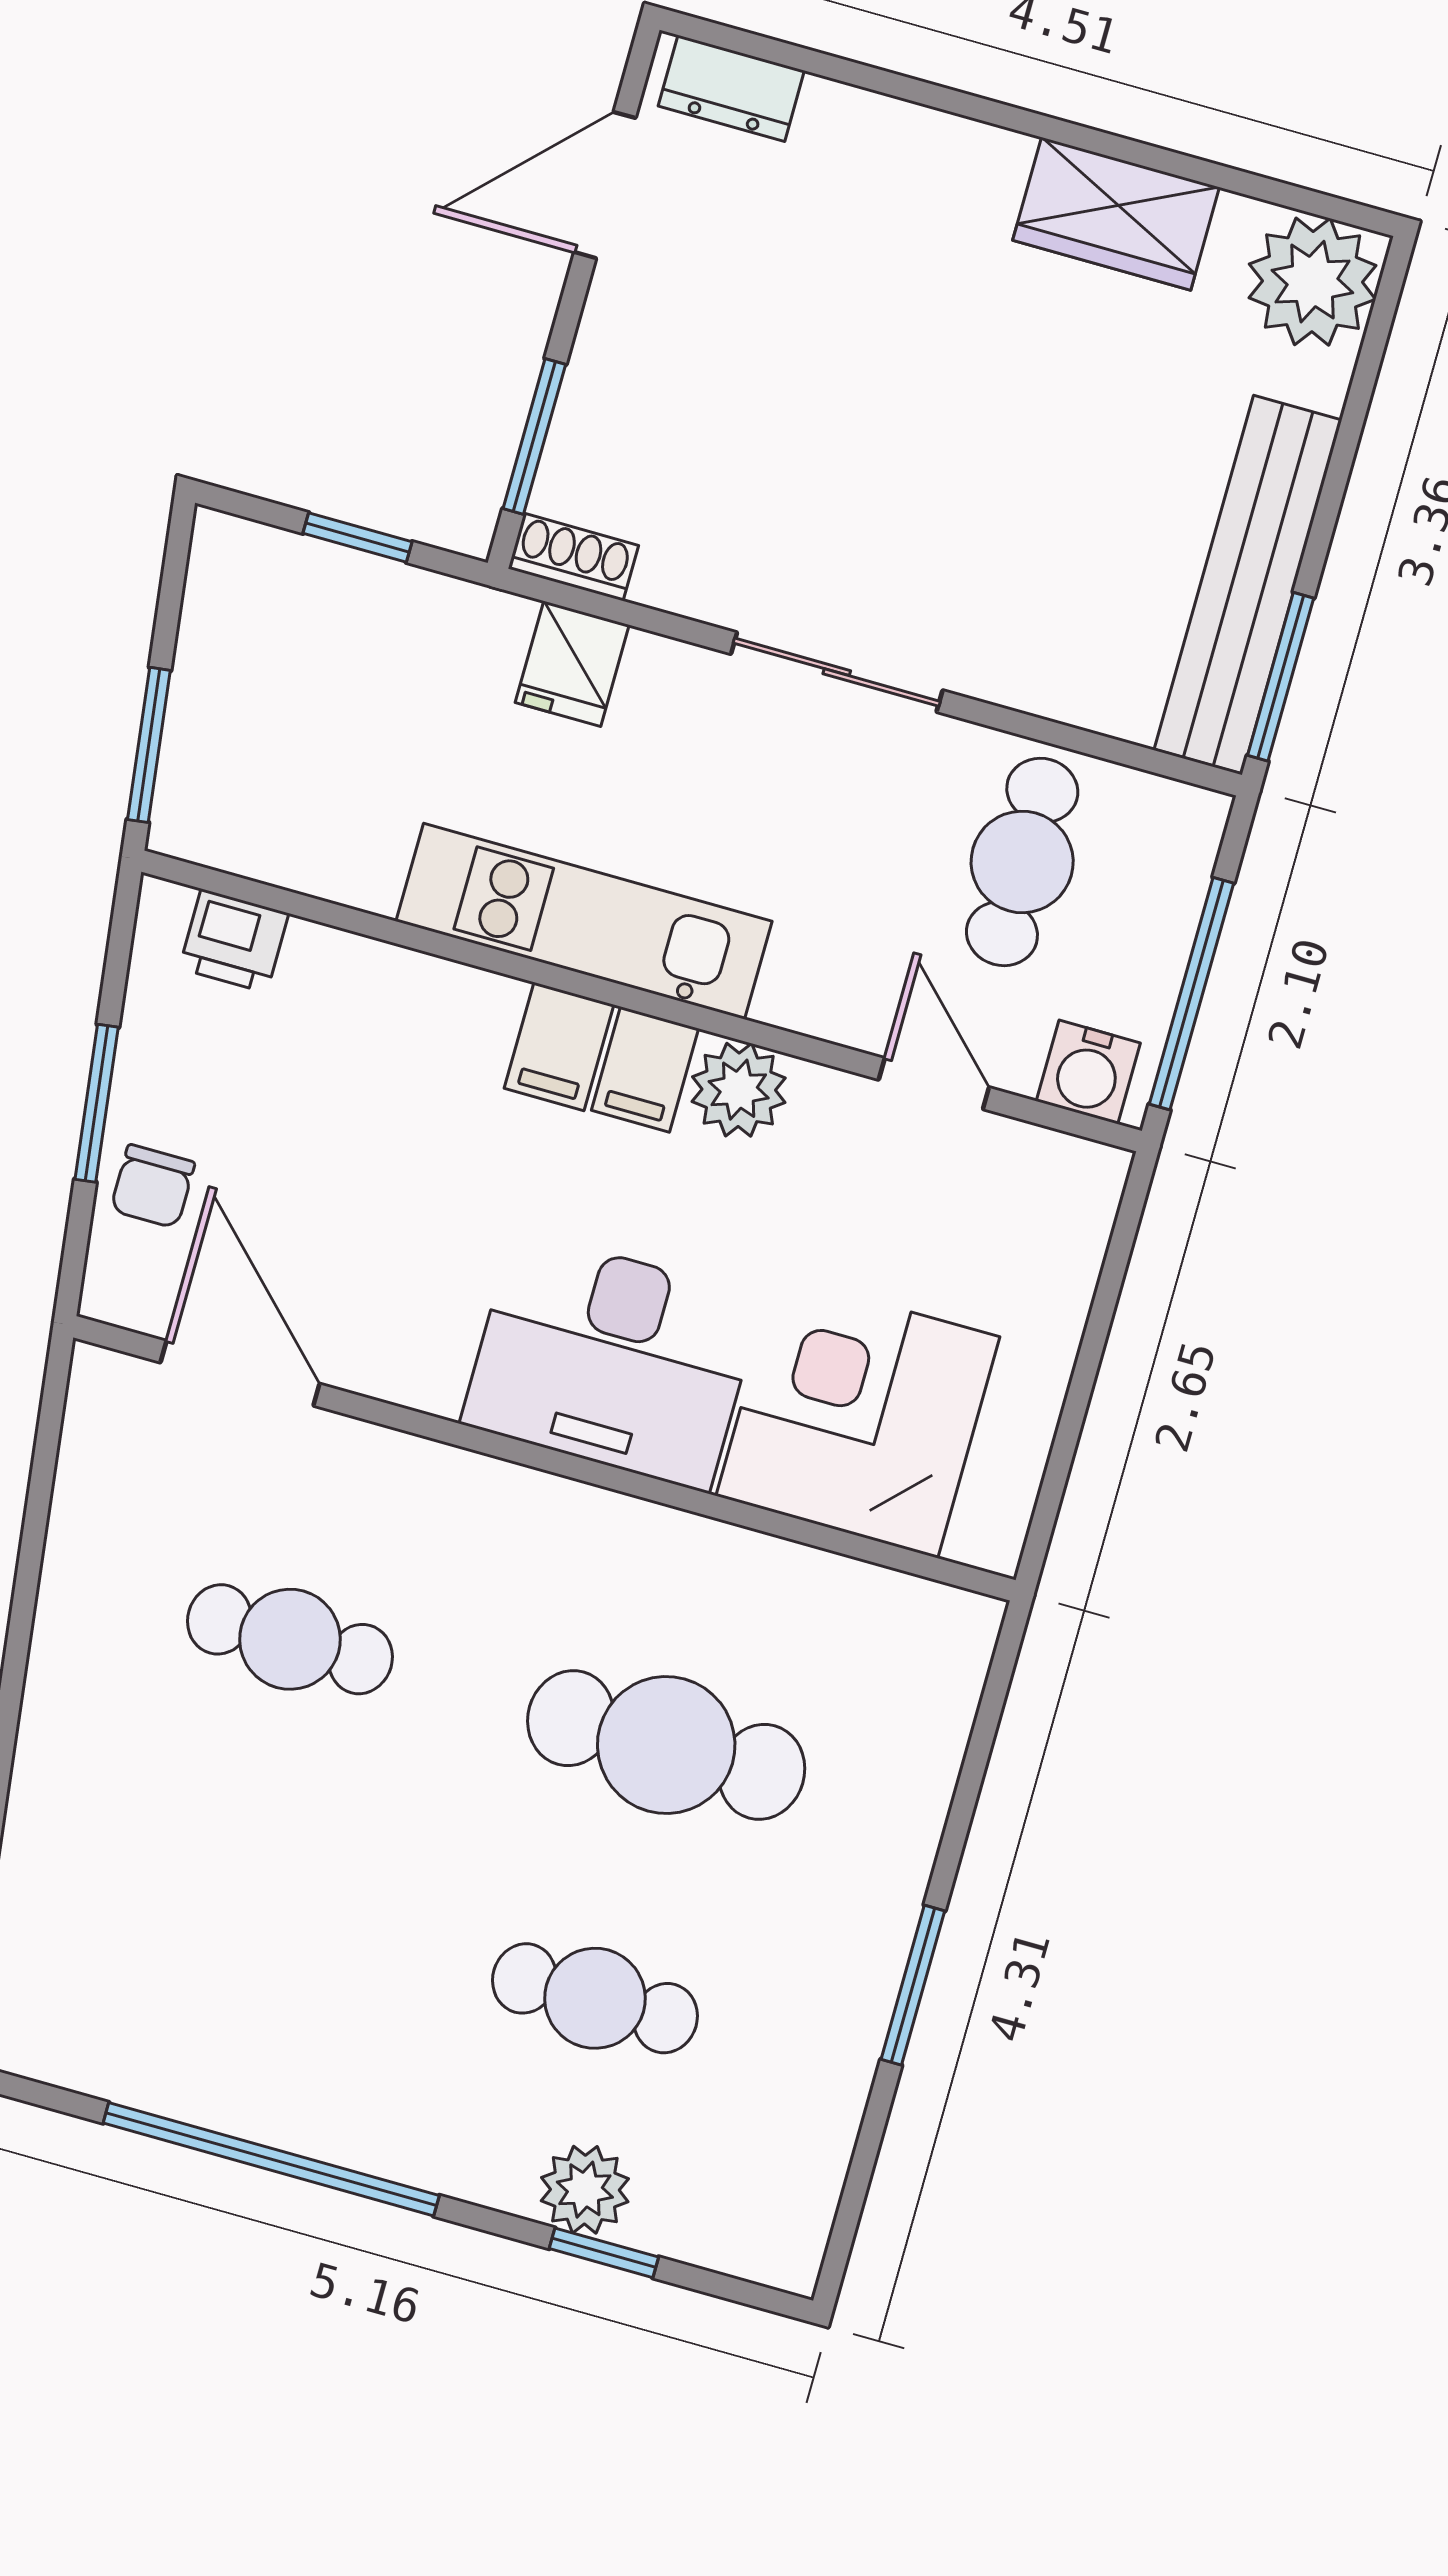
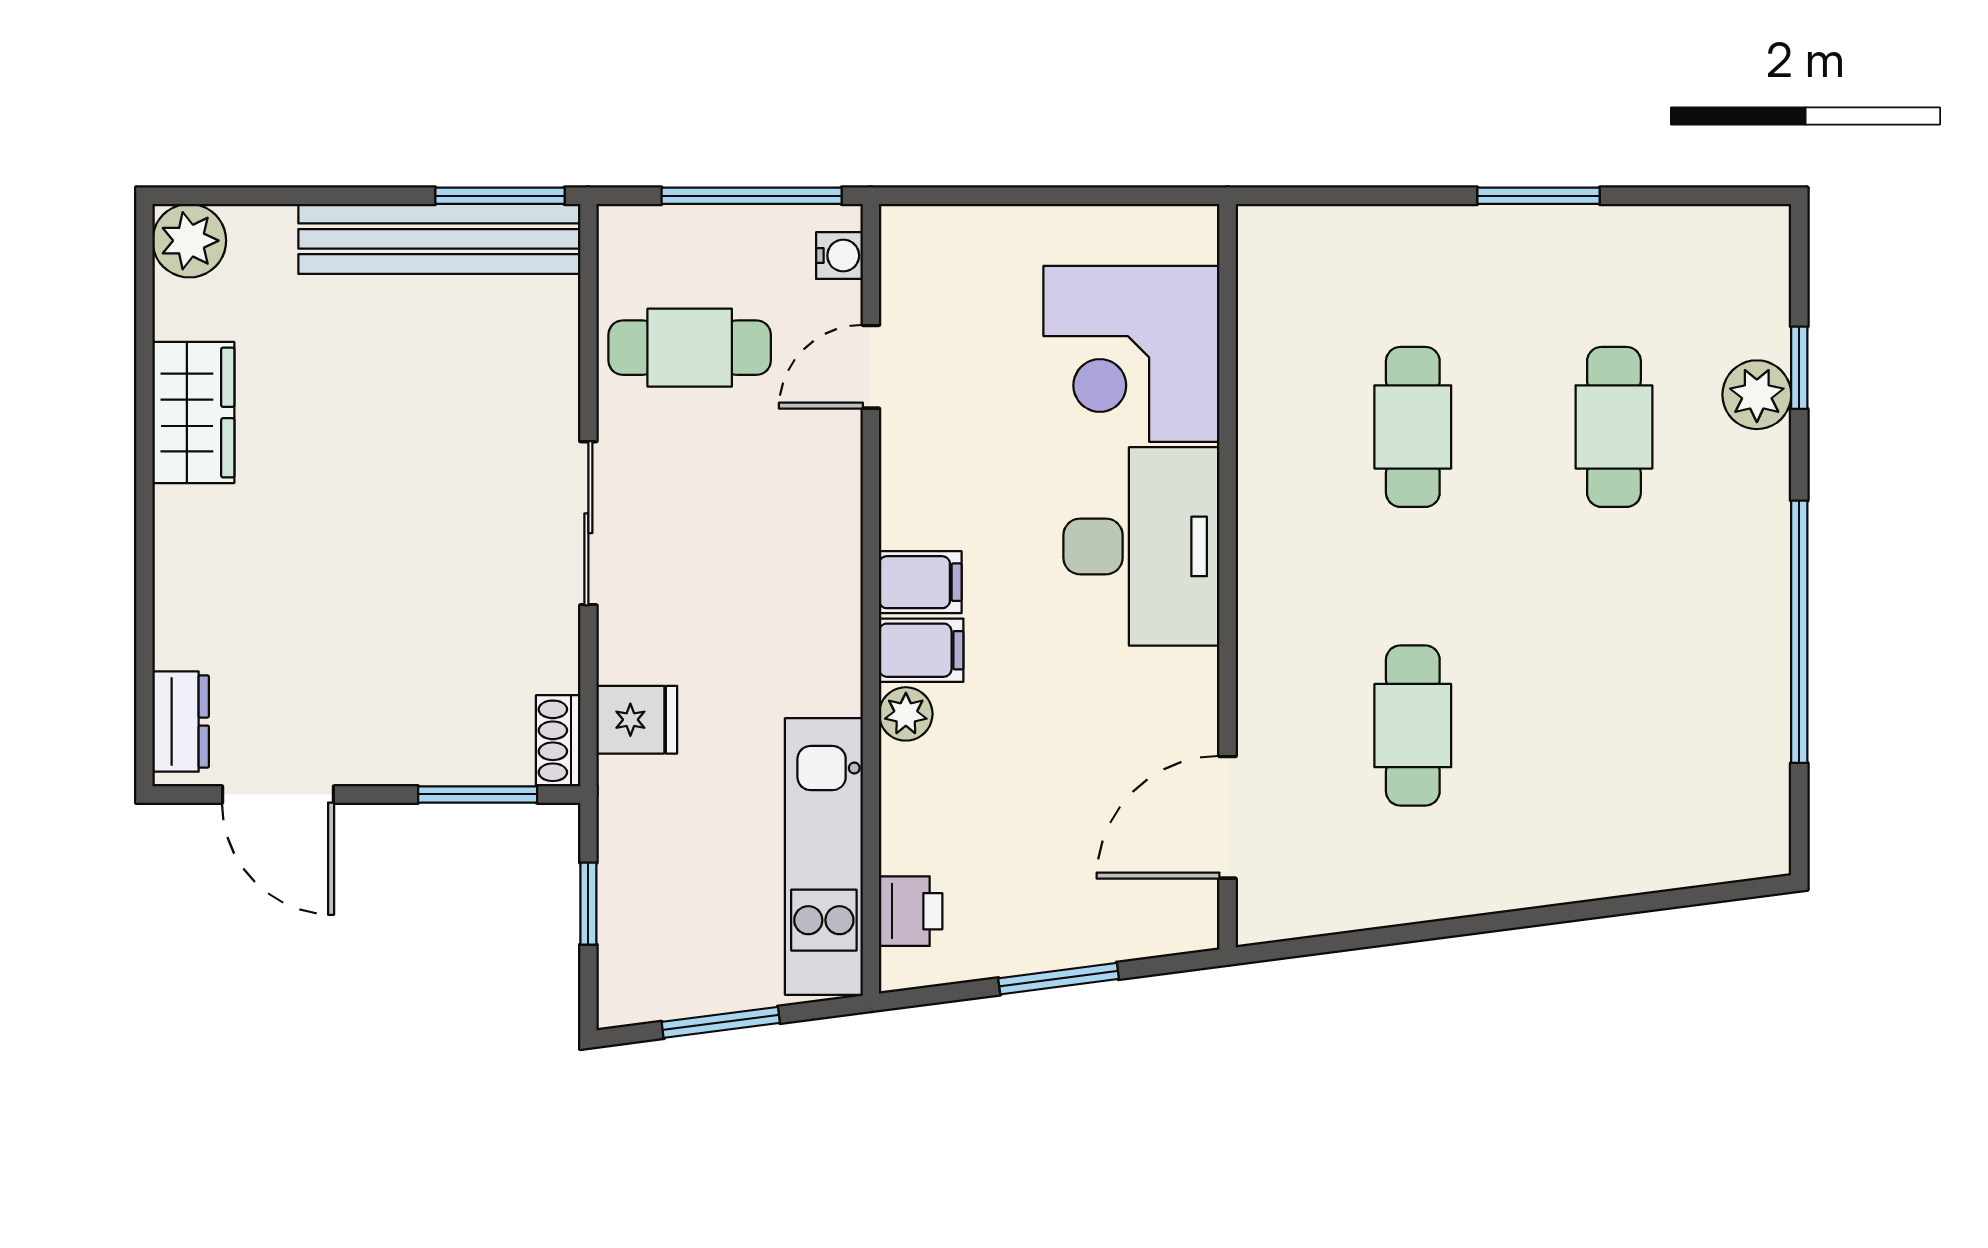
plant: (1312, 282) -> (189, 241), width x0.73, depth x0.73
window: (149, 745) -> (721, 1022), moved
kitchen unit: (584, 921) -> (824, 857), moved
water cooler: (1088, 1072) -> (839, 256), width x0.72, depth x0.72
plant: (739, 1090) -> (906, 714), moved, width x0.73, depth x0.73
chair: (153, 1186) -> (1108, 920), removed
cafe table: (666, 1745) -> (1413, 427), width x0.73, depth x0.74

